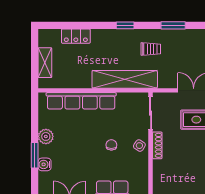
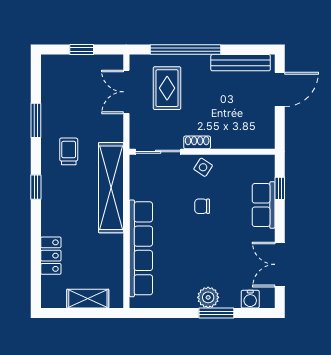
plant: (46, 136) -> (208, 297), moved
shoe rack: (157, 145) -> (197, 142), width x0.70
water cooler: (45, 164) -> (250, 299), moved

